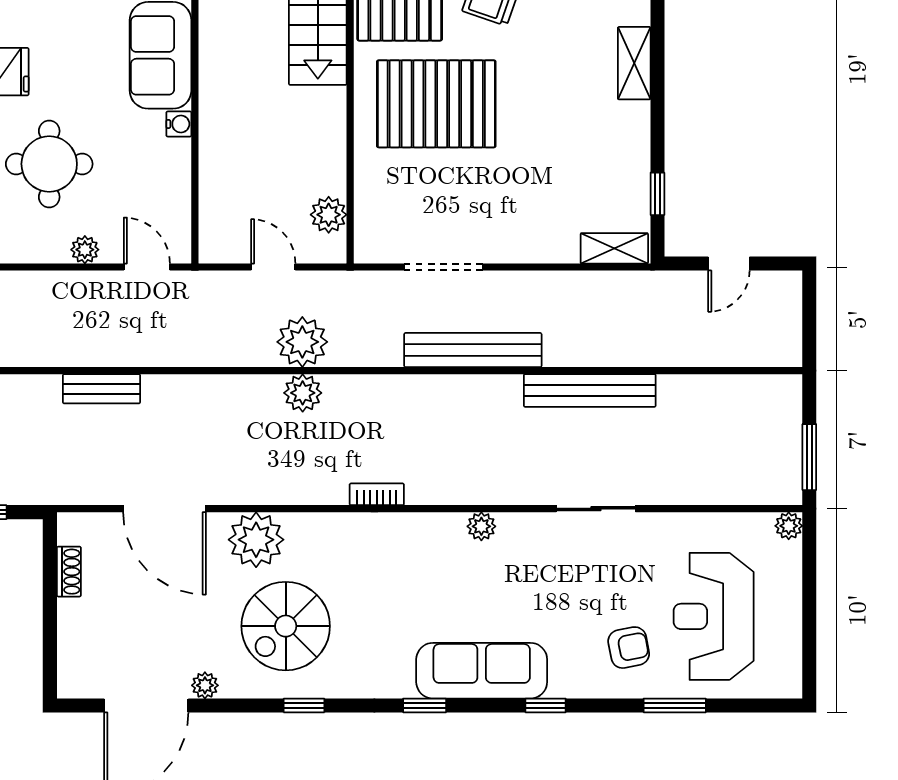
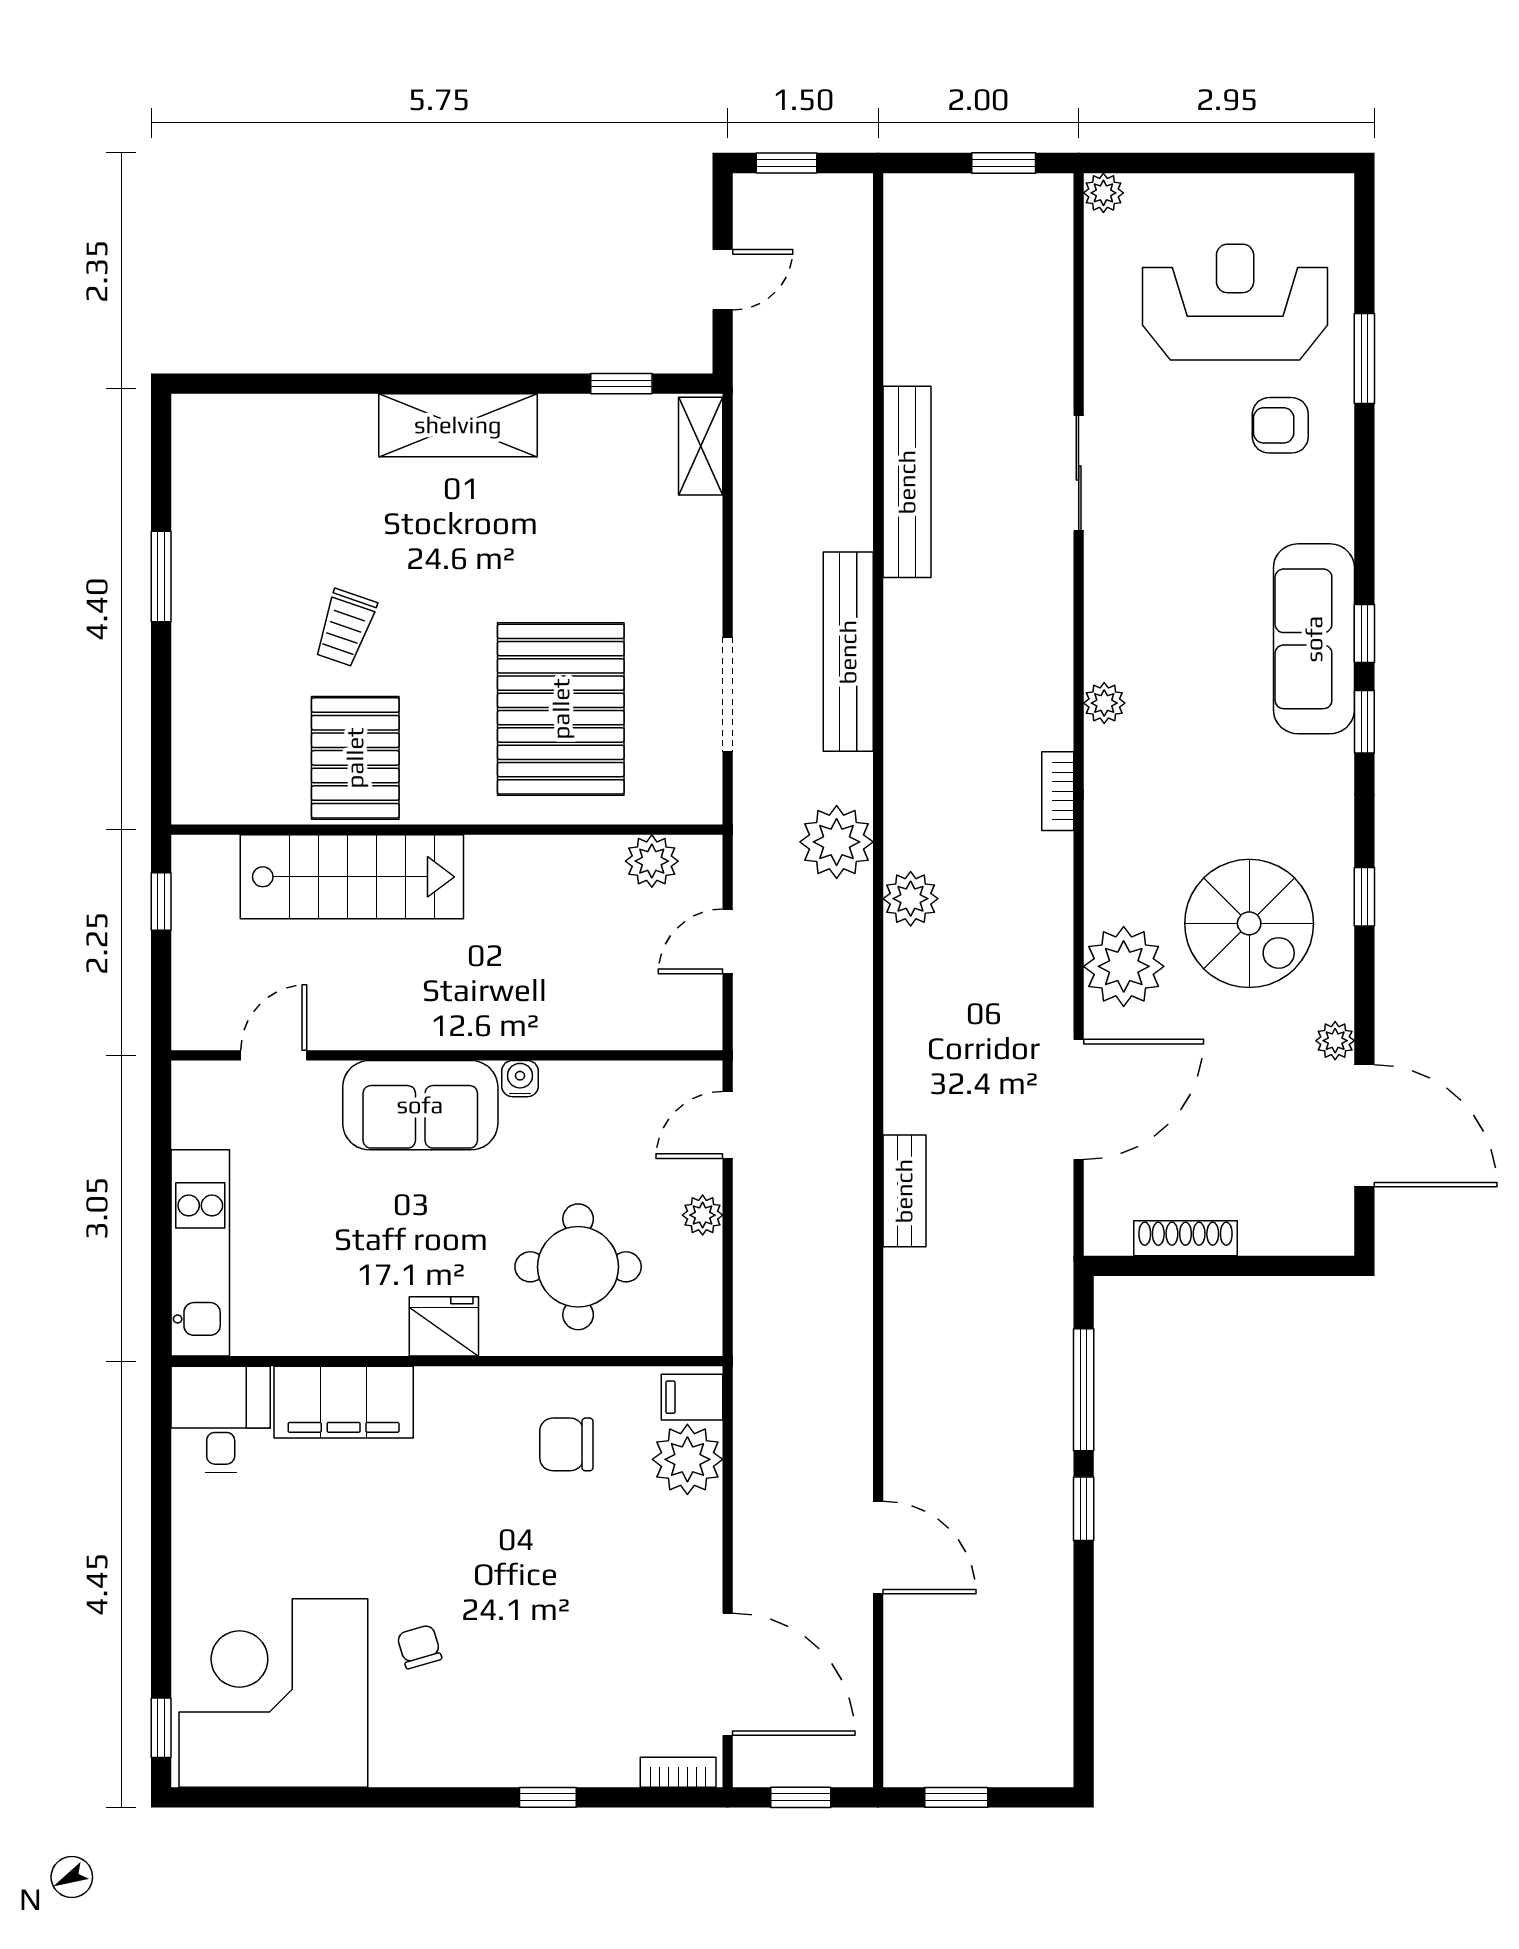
shelving: (634, 63) -> (458, 425), width x1.50, depth x1.33
pallet: (436, 104) -> (561, 709), moved
door: (729, 264) -> (723, 280), hinge flipped
window: (809, 308) -> (787, 163), added
plant: (302, 342) -> (837, 842), moved
window: (809, 457) -> (1004, 163), width x0.67
plant: (481, 526) -> (1104, 703), moved
shoe rack: (69, 572) -> (1186, 1238), width x1.43
reception desk: (714, 616) -> (1235, 302), turned 180
armchair: (629, 648) -> (1280, 425), turned -79
window: (546, 705) -> (1364, 633), moved

